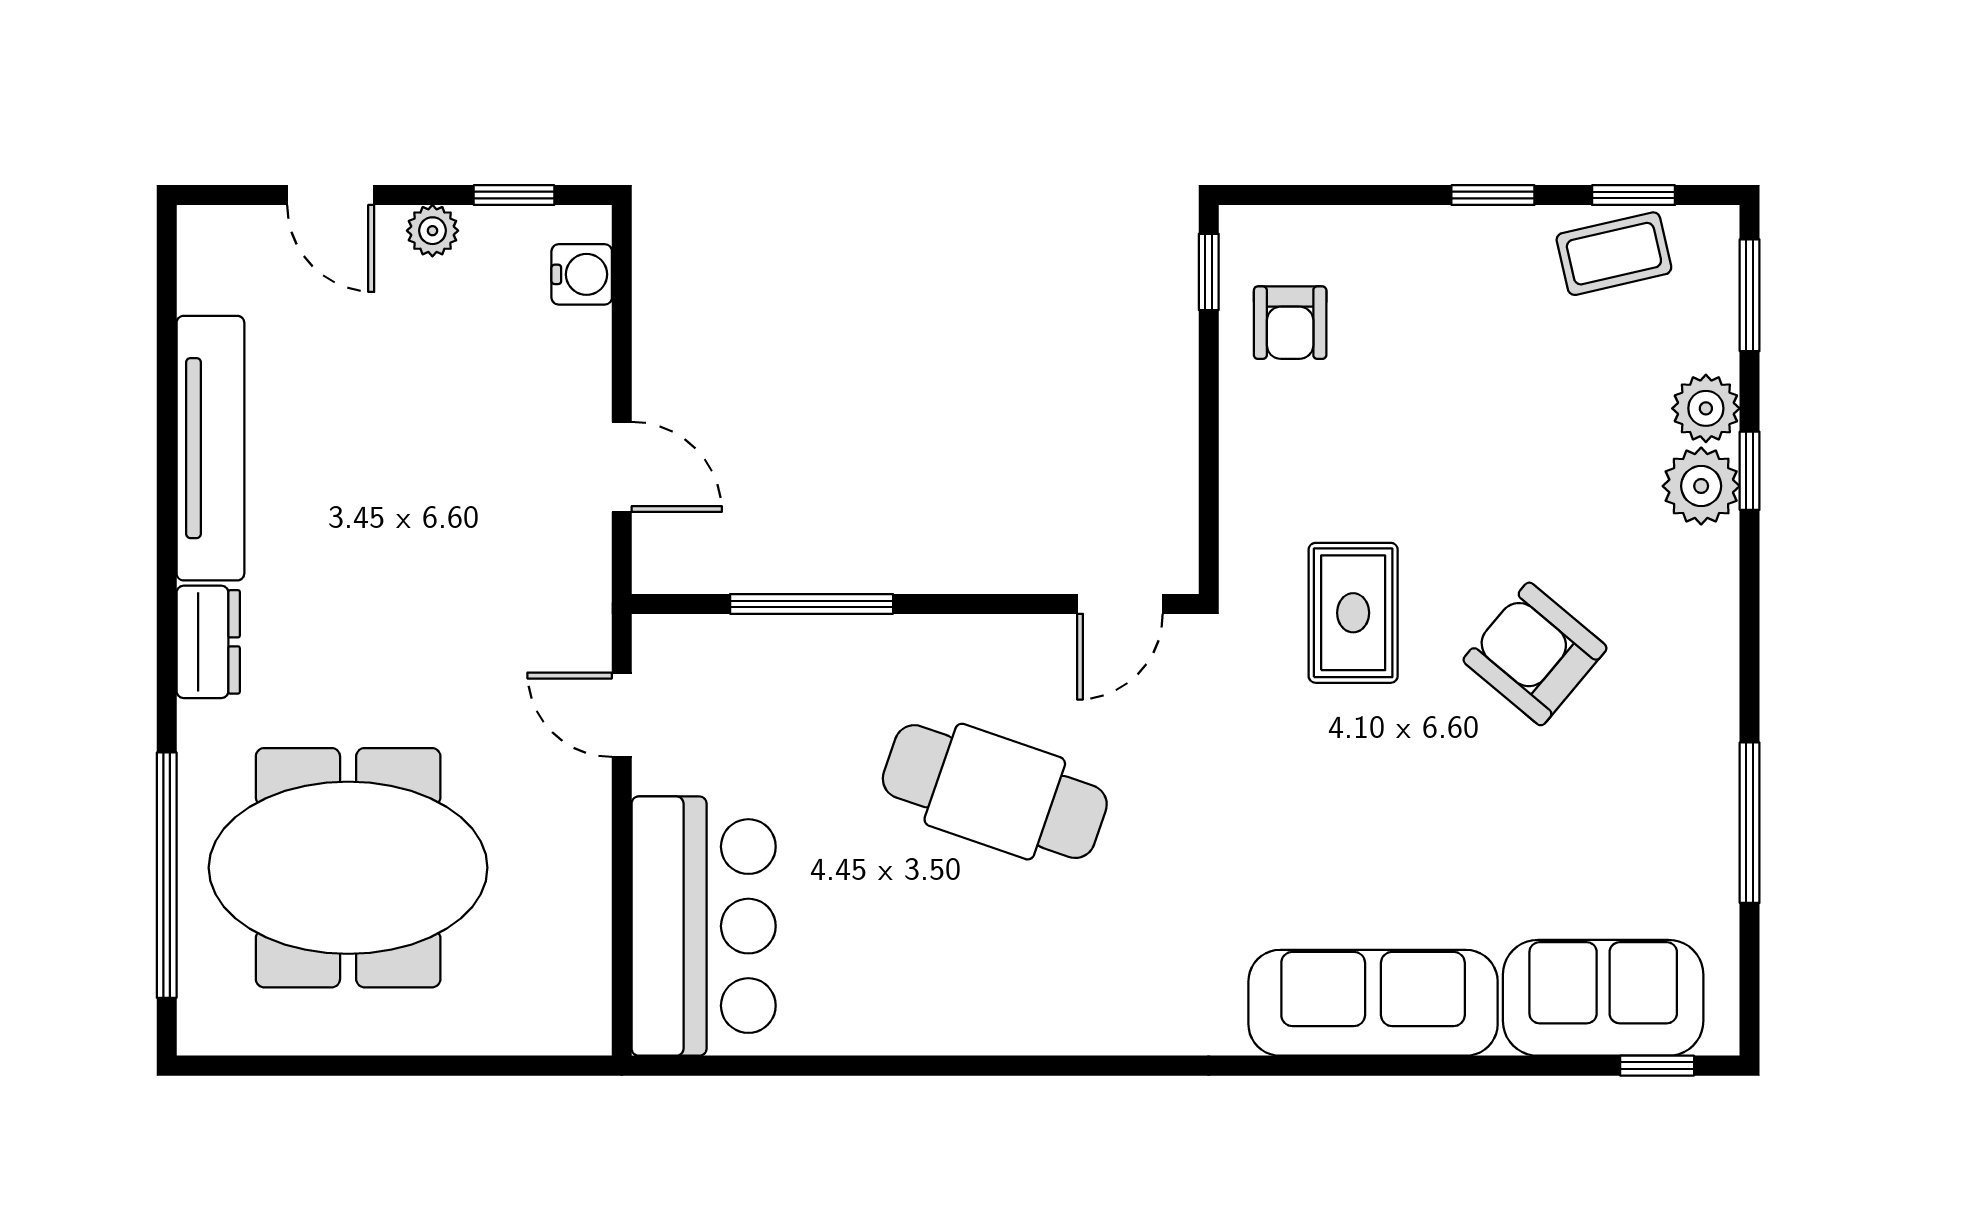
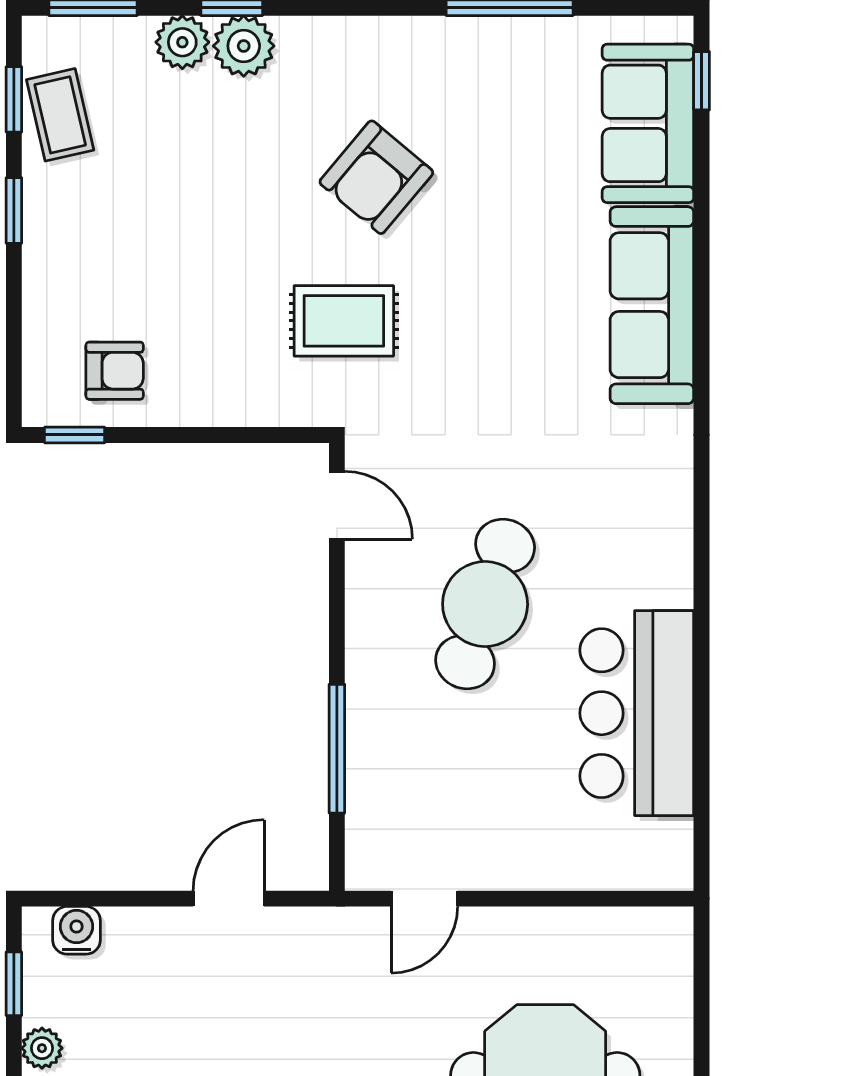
bar counter: (704, 926) -> (637, 713), moved, turned -90

